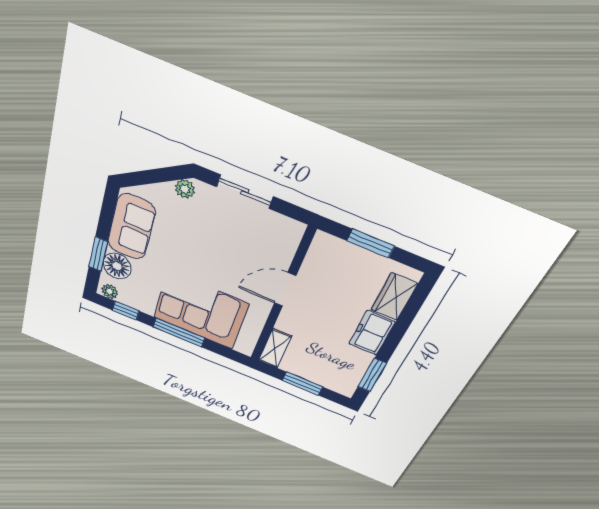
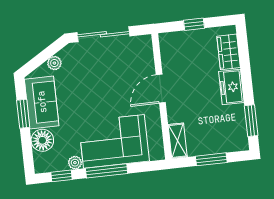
plant: (185, 189) -> (54, 63), moved
sliding door: (245, 192) -> (103, 34), width x1.37
window: (371, 243) -> (194, 24), width x0.67
window: (98, 254) -> (23, 114), moved
plant: (110, 291) -> (75, 163), moved

